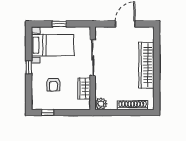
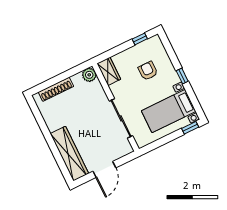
window: (59, 24) -> (190, 128), moved
wardrobe: (146, 65) -> (69, 154), moved
wardrobe: (84, 88) -> (109, 71), moved

